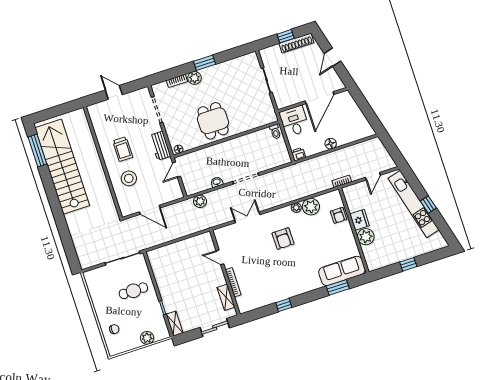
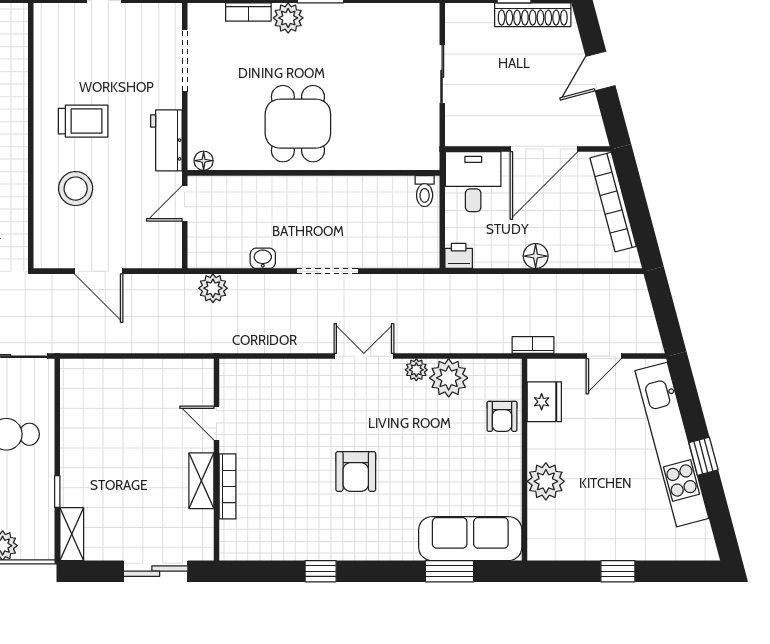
bookcase: (356, 110) -> (613, 202), added
trolley: (123, 149) -> (83, 121), turned -90
double door: (247, 217) -> (364, 356), moved
fridge: (360, 220) -> (544, 402), moved
armchair: (283, 239) -> (356, 471), moved
shelving: (226, 297) -> (201, 481), moved

